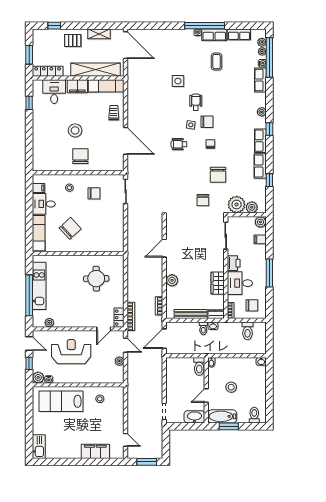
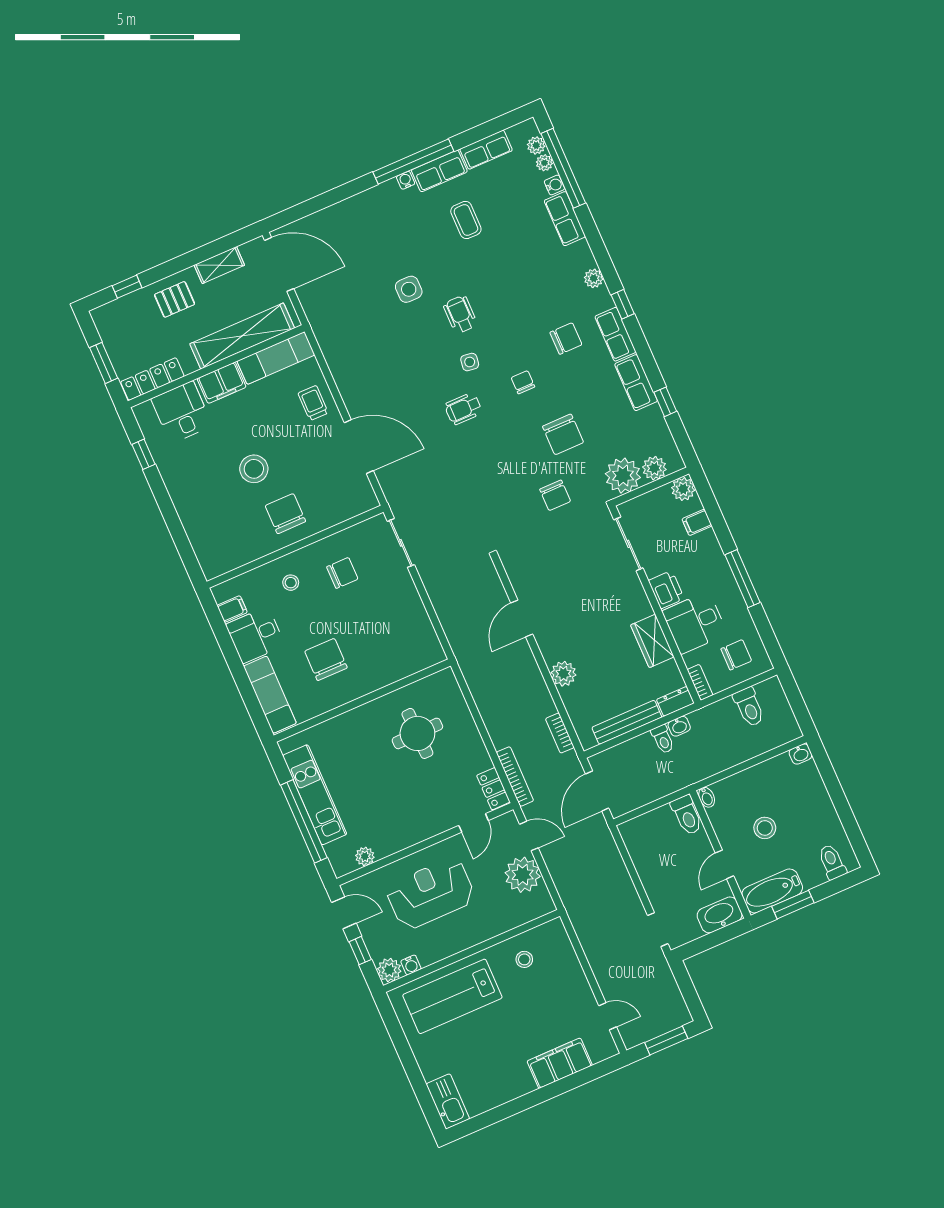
chair: (207, 122) -> (566, 339), moved
chair: (70, 228) -> (326, 659), turned -47
plant: (119, 361) -> (523, 875), width x1.88, depth x1.88

